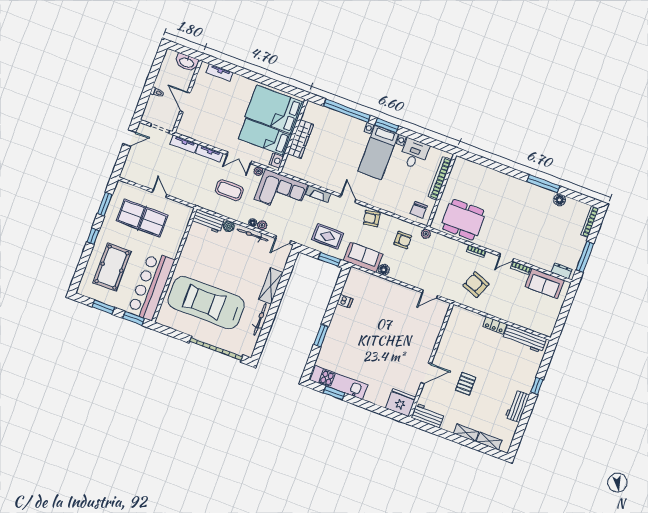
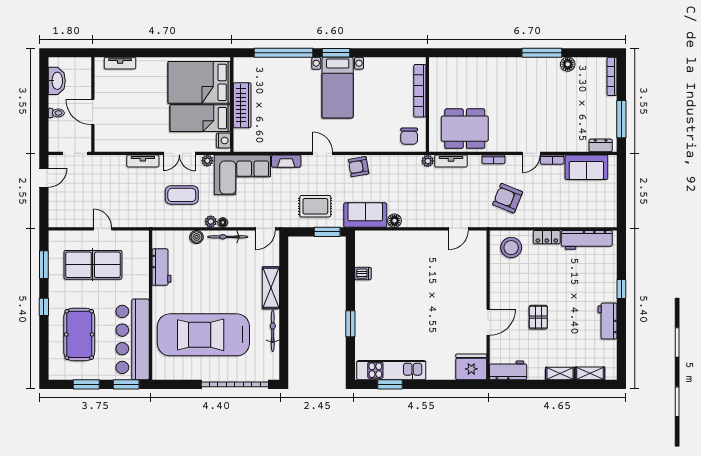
washbasin: (187, 62) -> (57, 81), moved, turned -90
tv unit: (184, 144) -> (451, 161), moved
desk: (414, 154) -> (380, 74), removed
workbench: (208, 221) -> (162, 267), moved, turned -90
plant: (262, 225) -> (211, 221), moved
armchair: (403, 240) -> (404, 178), removed
stool: (465, 323) -> (511, 248), added

